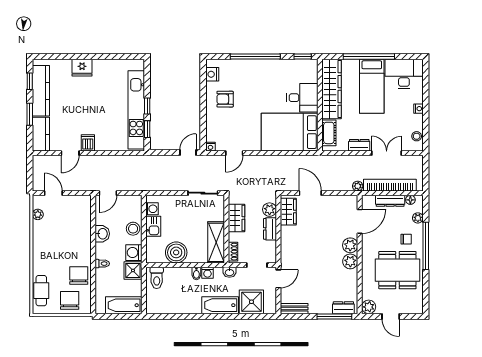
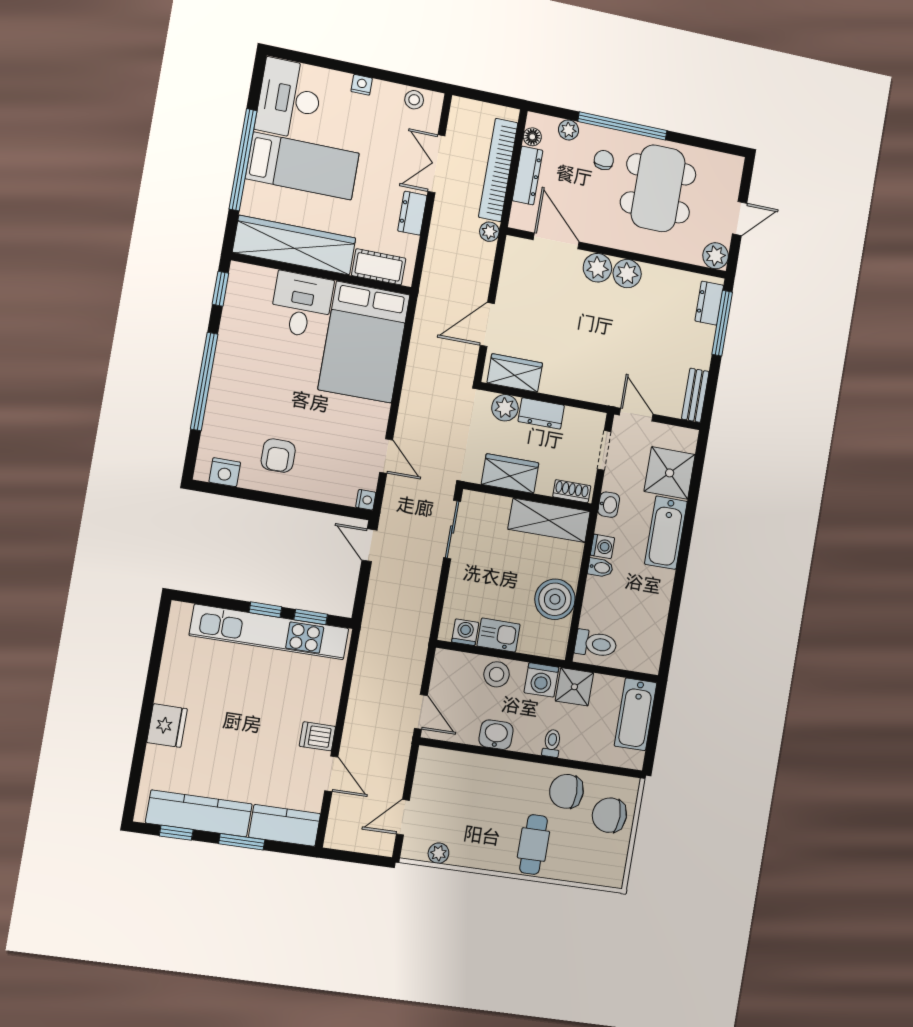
cafe table: (41, 291) -> (534, 845), moved, turned 90

